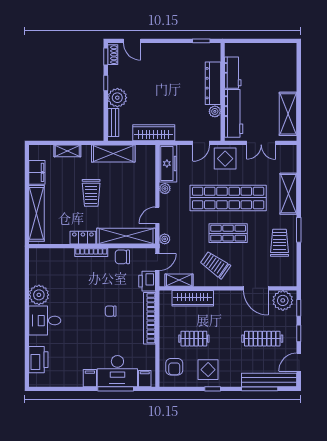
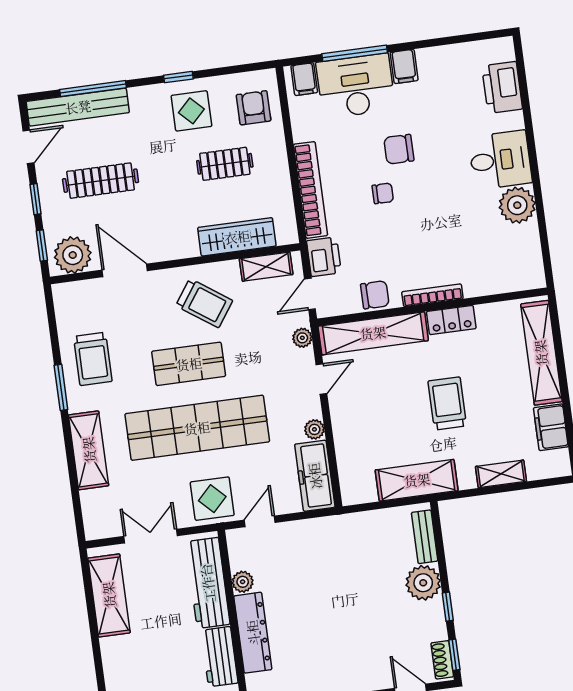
wardrobe: (154, 133) -> (348, 528), removed
chair: (99, 334) -> (399, 149), added

